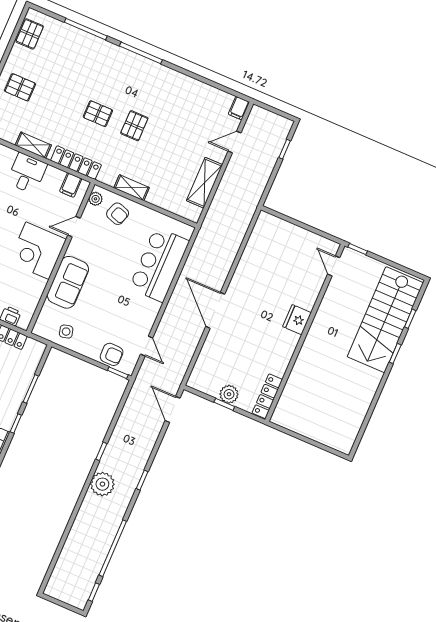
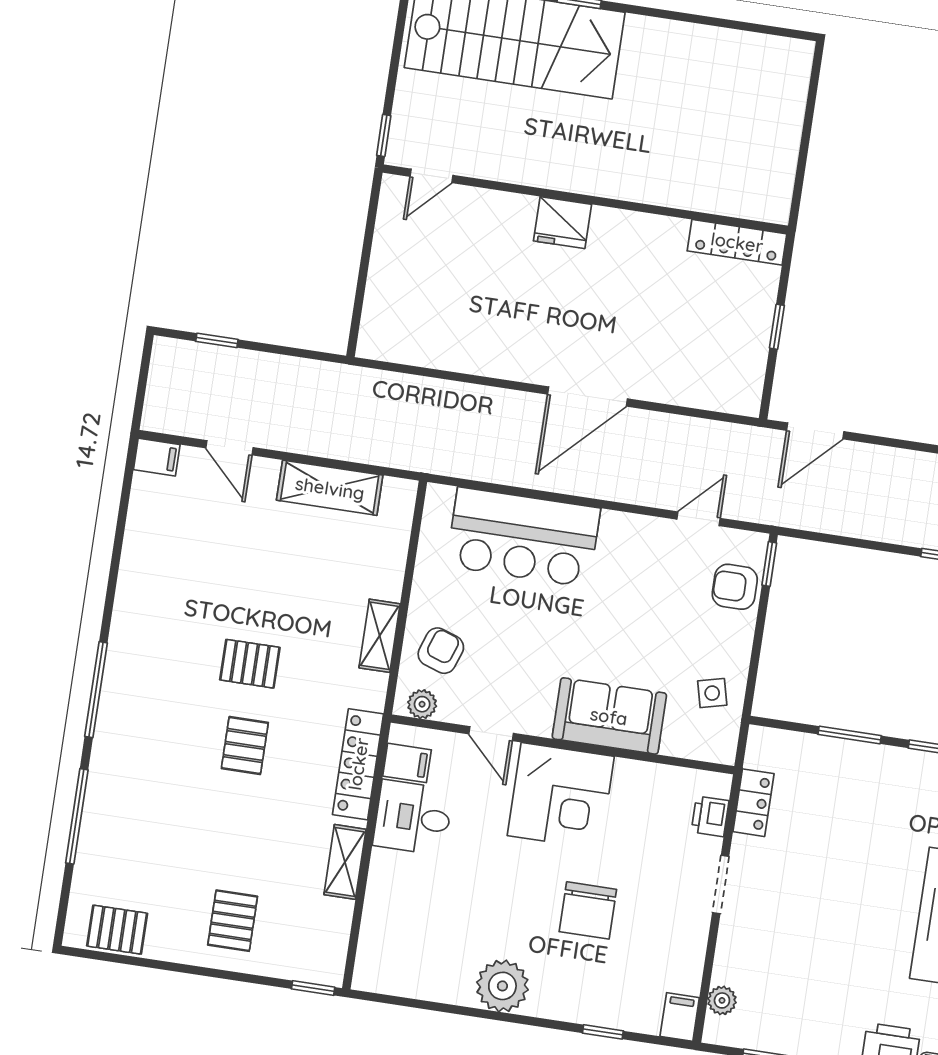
desk: (27, 173) -> (413, 818), moved
armchair: (112, 354) -> (735, 587), turned -90
plant: (229, 394) -> (753, 323), removed

